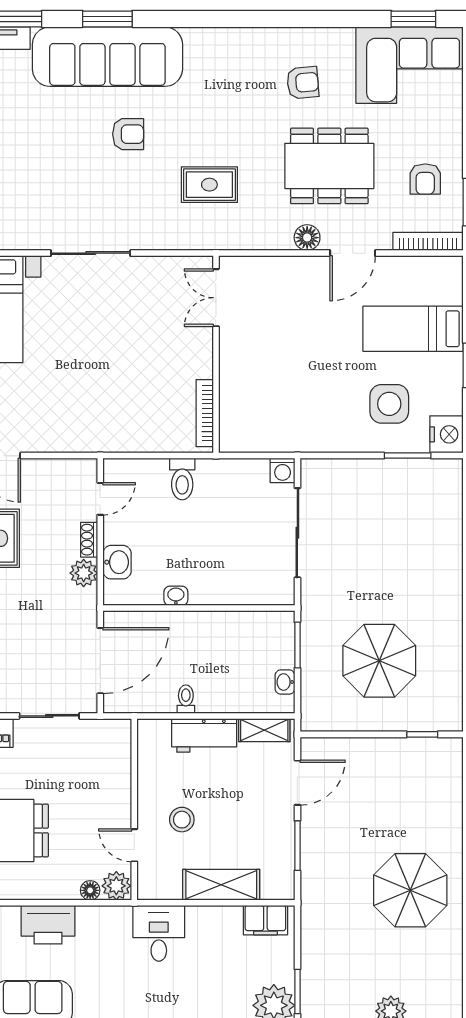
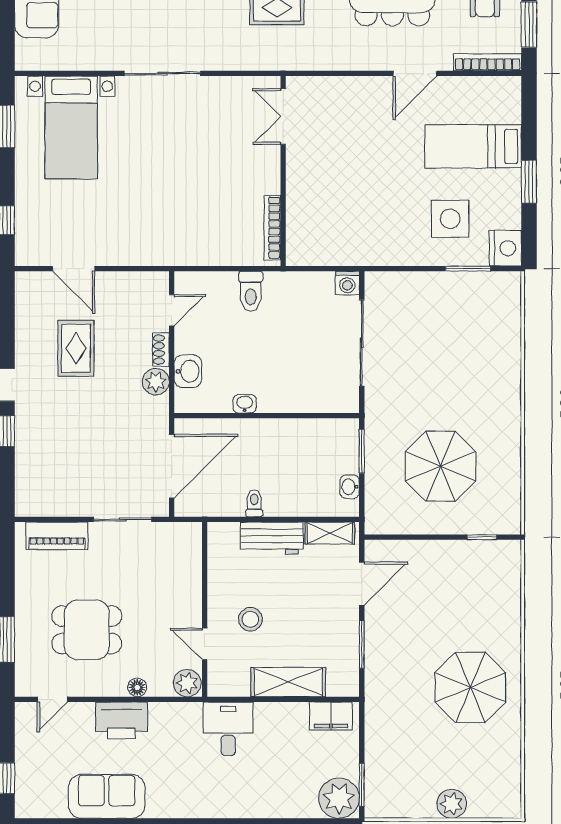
floor lamp: (307, 238) -> (371, 59), removed
floor lamp: (90, 890) -> (137, 687), moved

